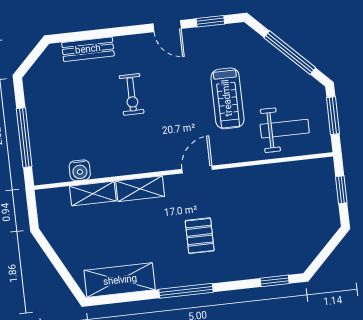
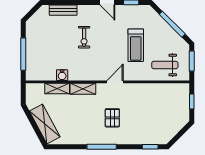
weight bench: (285, 129) -> (165, 65), turned 180
water cooler: (80, 170) -> (62, 75), moved
shelving: (120, 280) -> (45, 124), moved, turned 62

